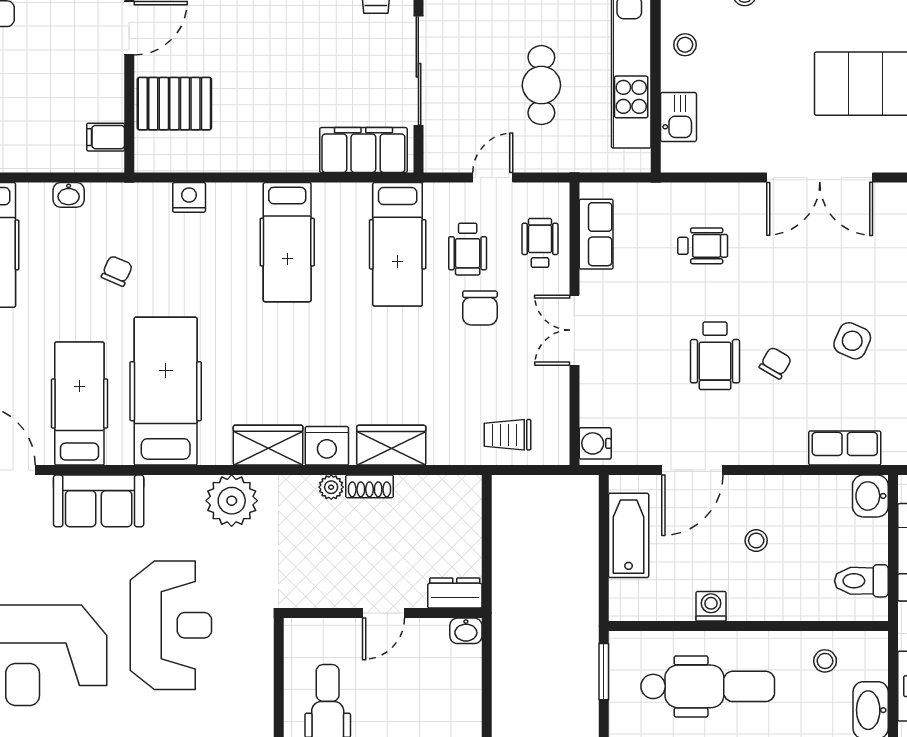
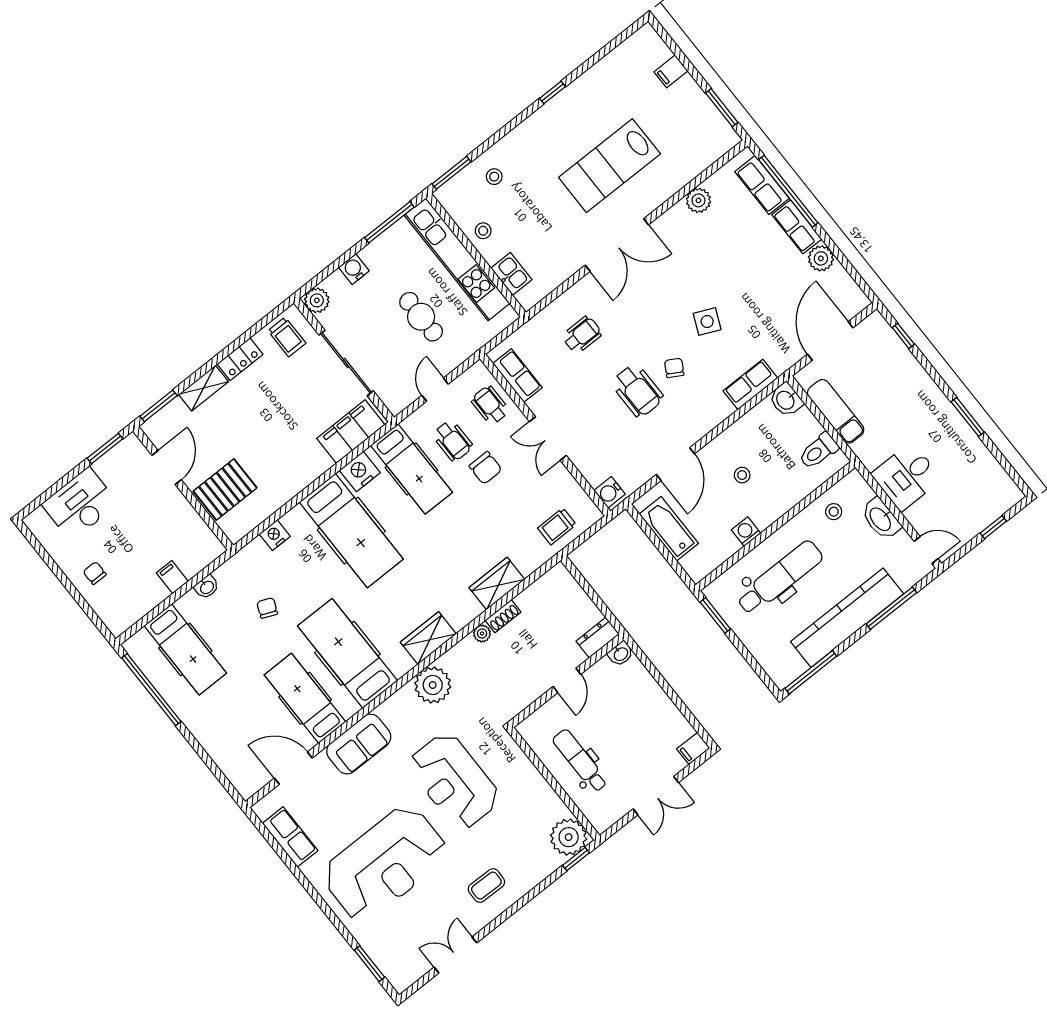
filing cabinet: (106, 137) -> (172, 577), moved, turned 90
hospital bed: (287, 242) -> (351, 531), width x1.37, depth x1.29
nightstand: (327, 446) -> (360, 472), moved, turned 180
reception desk: (171, 625) -> (454, 781), turned 180

